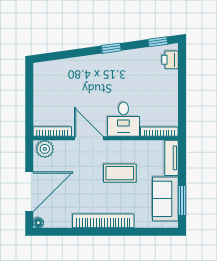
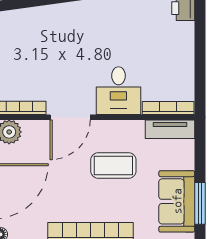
door: (89, 138) -> (70, 117), swing flipped
tv unit: (171, 158) -> (170, 129), moved, turned -90

